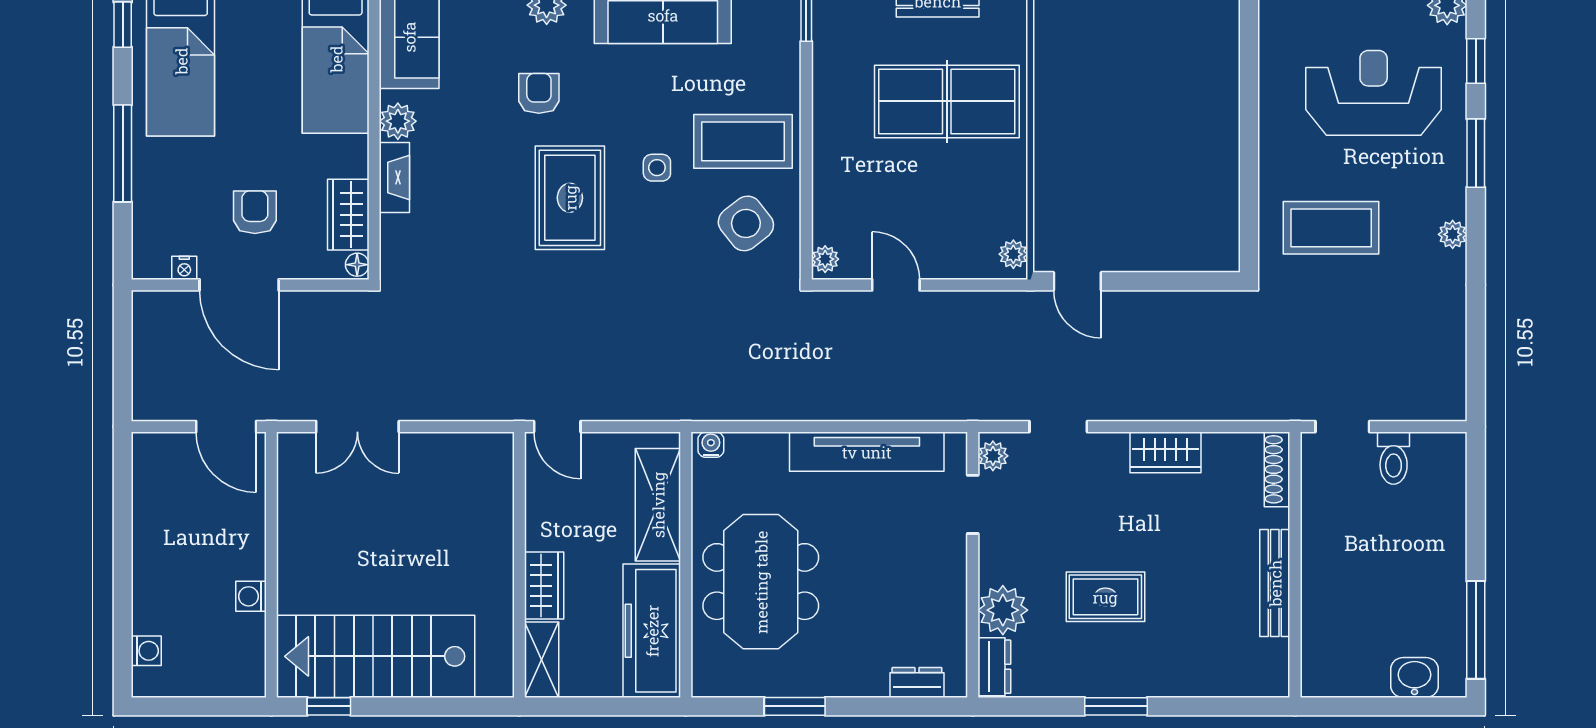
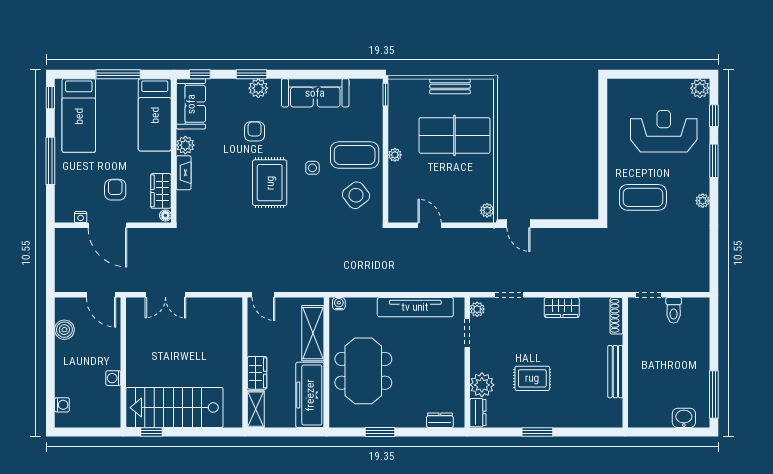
plant: (825, 259) -> (395, 155), moved
boiler: (151, 498) -> (64, 330), added

